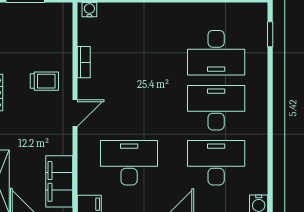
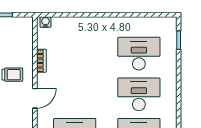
desk: (216, 53) -> (139, 54), turned 180

